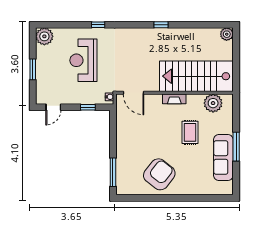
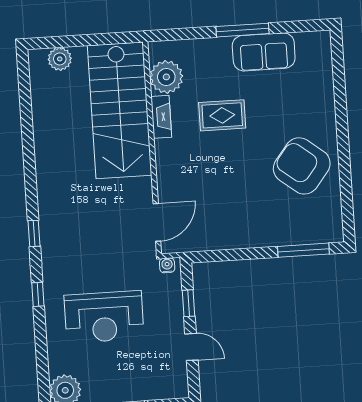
window: (161, 25) -> (34, 233), moved
plant: (227, 34) -> (60, 59), moved
fireplace: (174, 99) -> (161, 117), moved
door: (53, 107) -> (191, 347), moved
sofa: (223, 158) -> (264, 52), width x0.73

